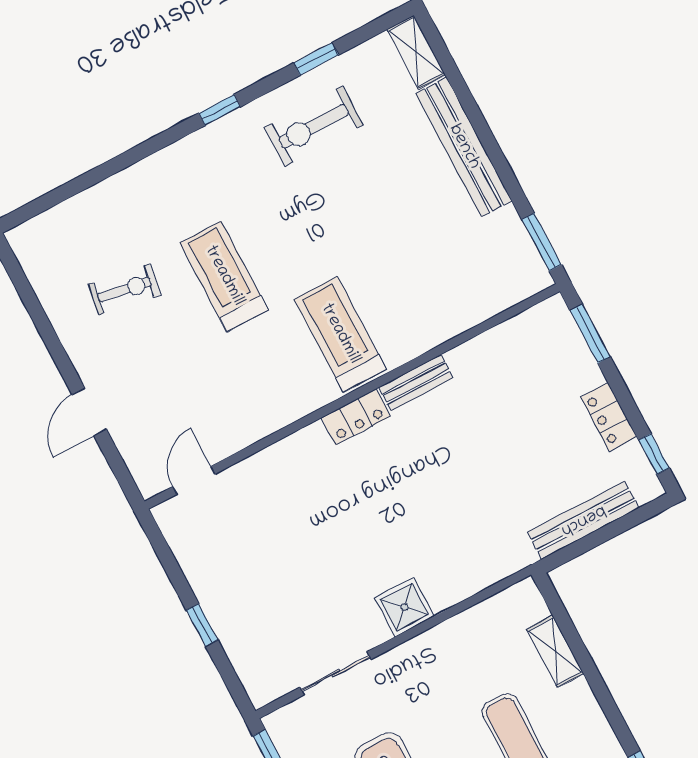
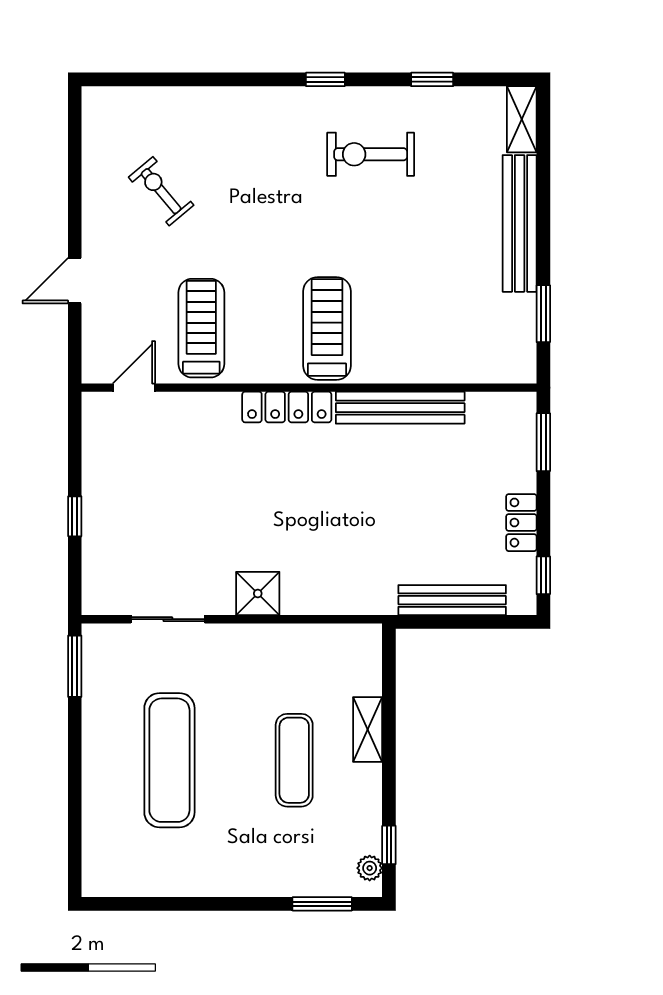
exercise bike: (314, 126) -> (371, 154), moved
window: (542, 242) -> (543, 314), moved
treadmill: (224, 276) -> (201, 328), moved
exercise bike: (125, 290) -> (161, 191), turned -140
bench: (416, 383) -> (400, 408), width x1.86, depth x1.21
locker: (356, 417) -> (287, 407), width x1.53
shelving: (555, 651) -> (368, 730), moved

